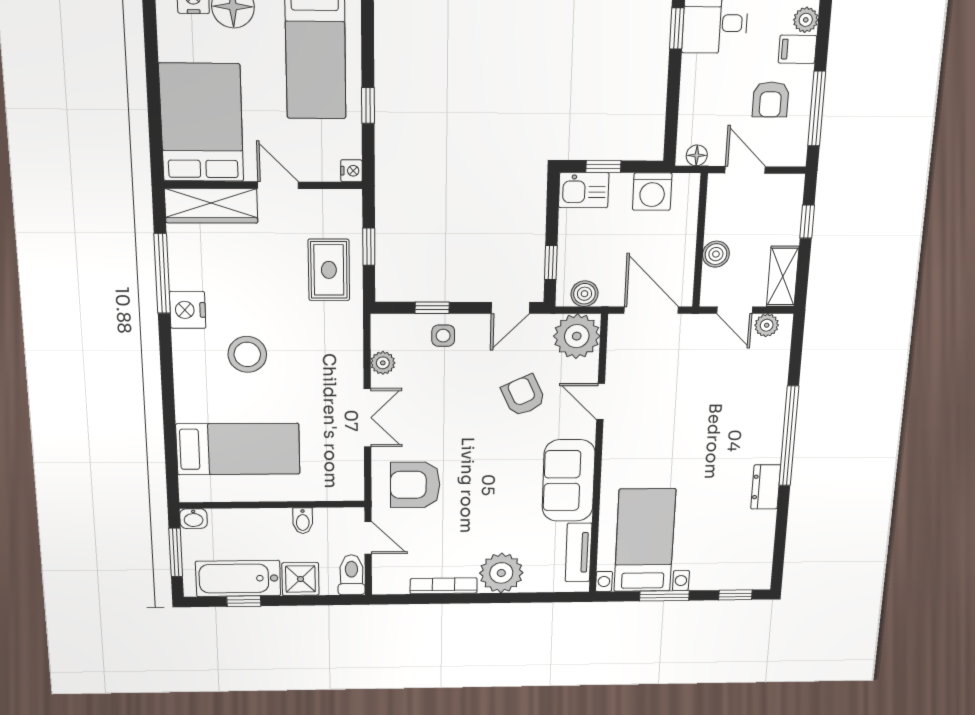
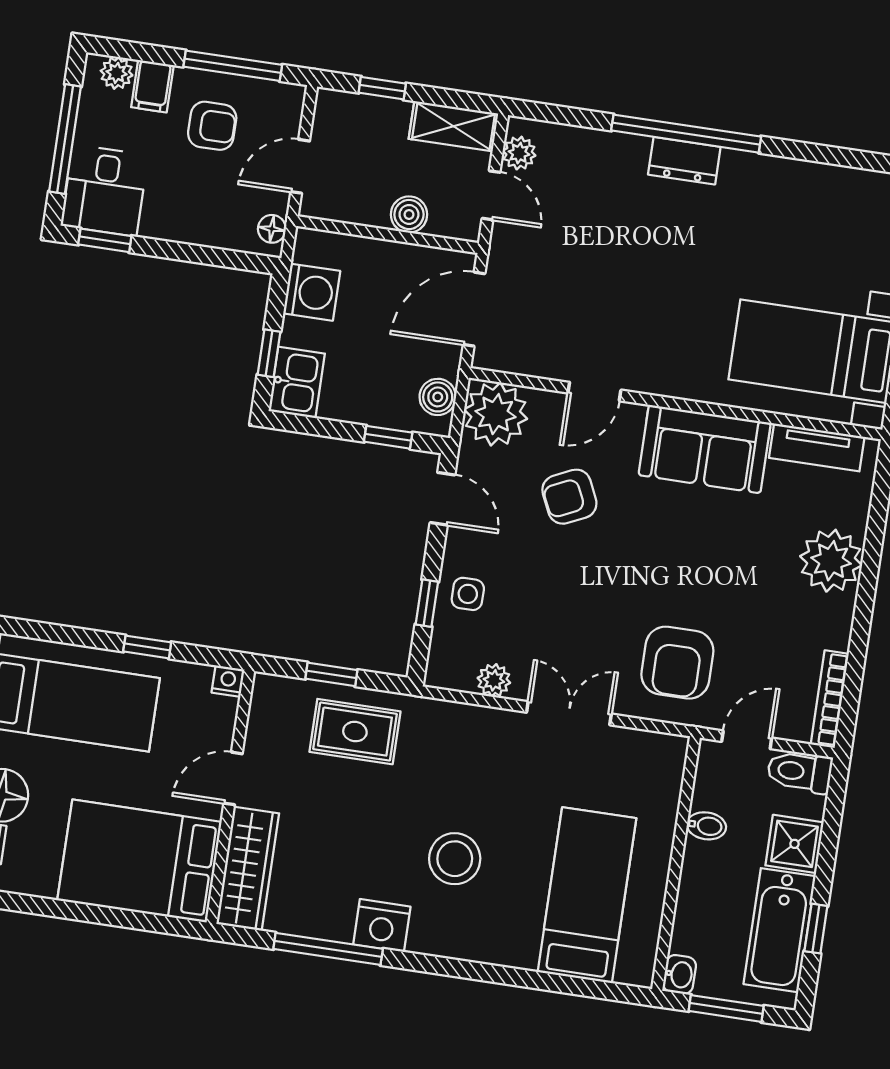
door: (735, 310) -> (491, 195), hinge flipped
dresser: (766, 487) -> (684, 161), moved
bookcase: (444, 586) -> (830, 699), moved

